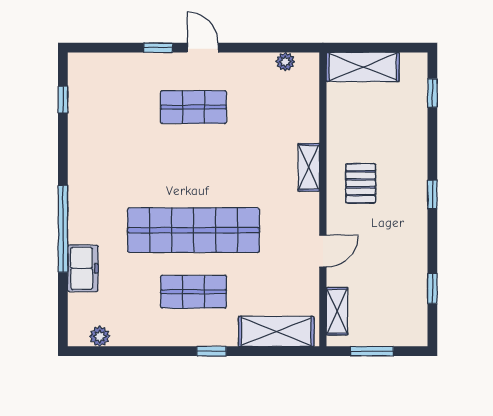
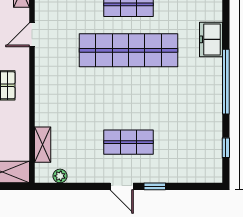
shelving: (309, 167) -> (43, 145), moved
window: (63, 229) -> (226, 82), moved
freezer: (83, 268) -> (211, 39), moved

